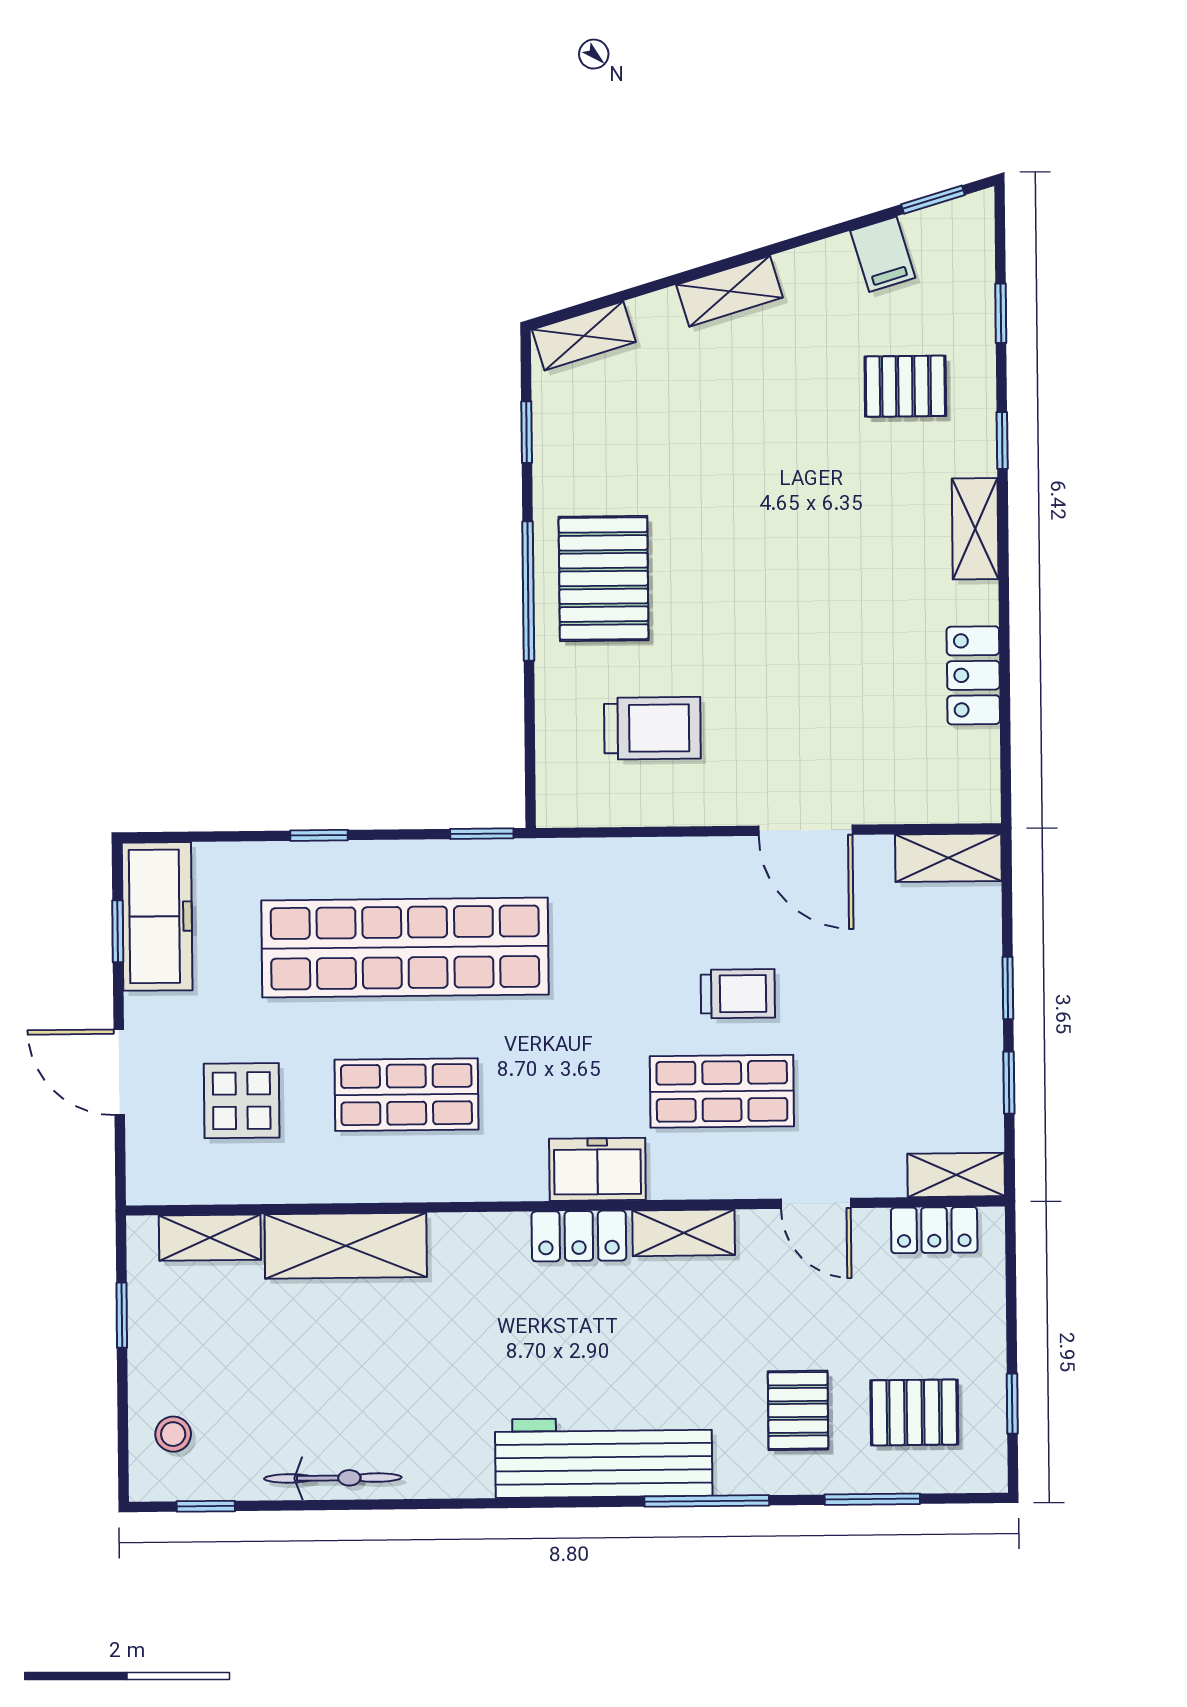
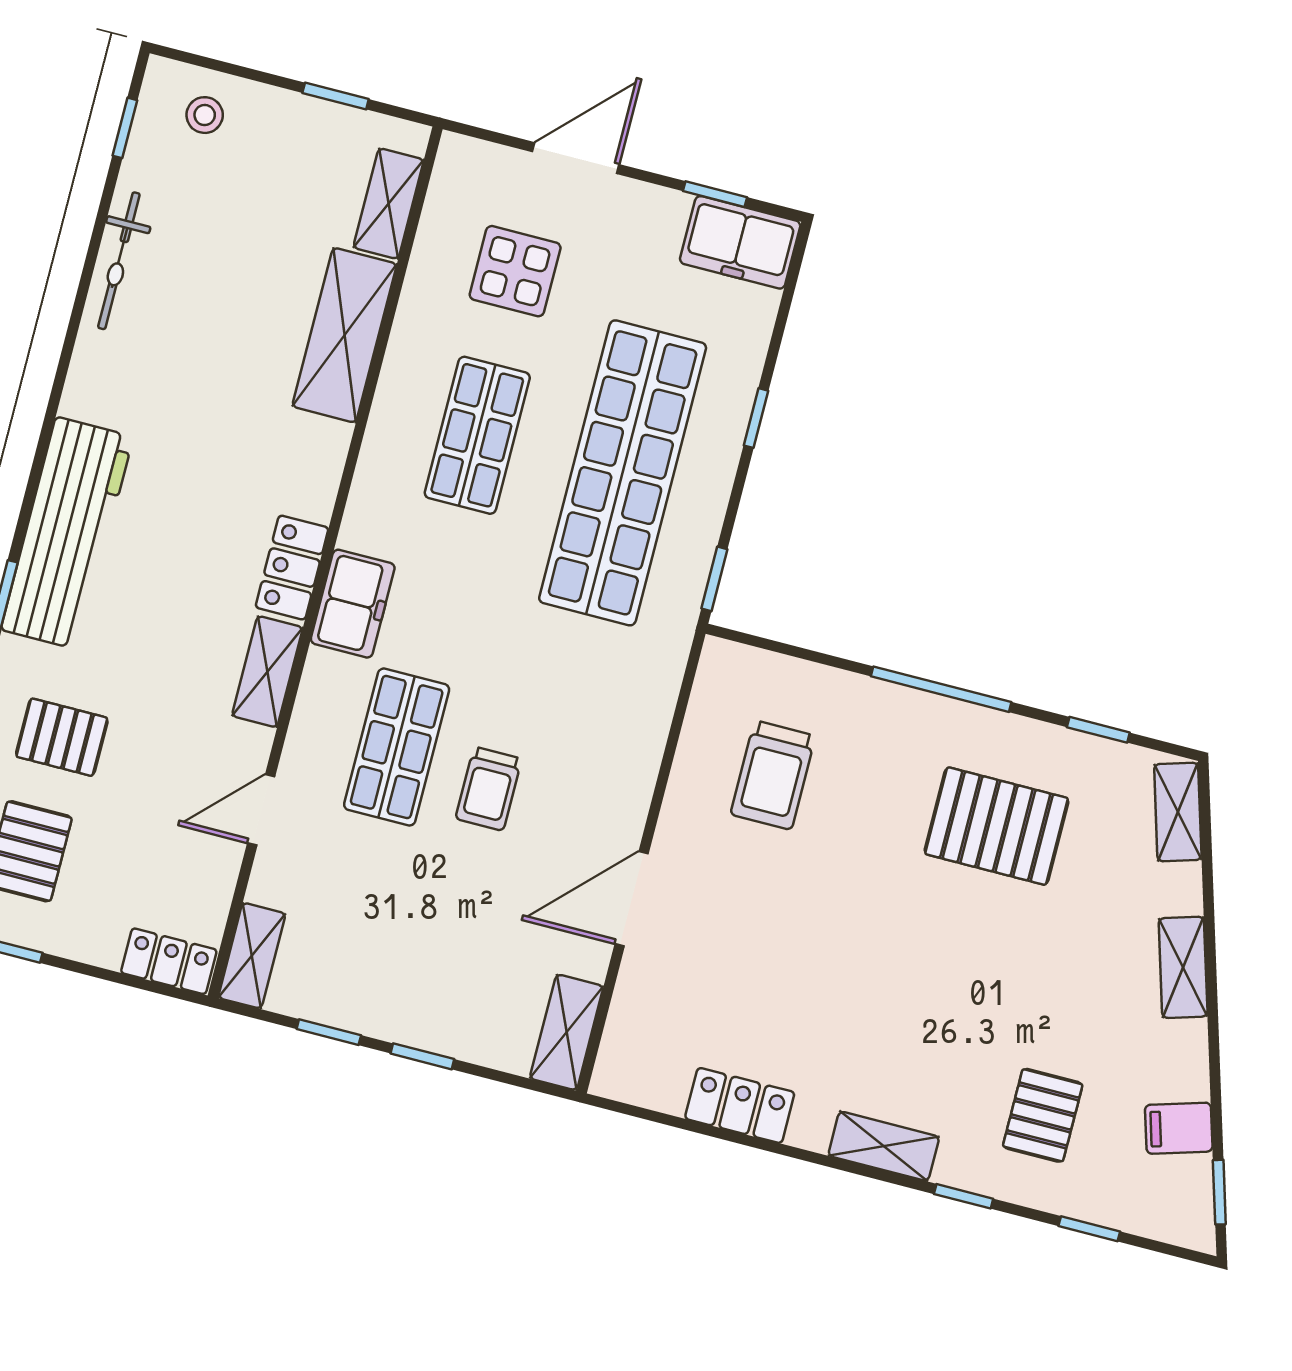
pallet: (604, 578) -> (996, 826), moved
freezer: (157, 916) -> (740, 242), width x0.71
locker: (934, 1230) -> (169, 961), moved, turned 90

